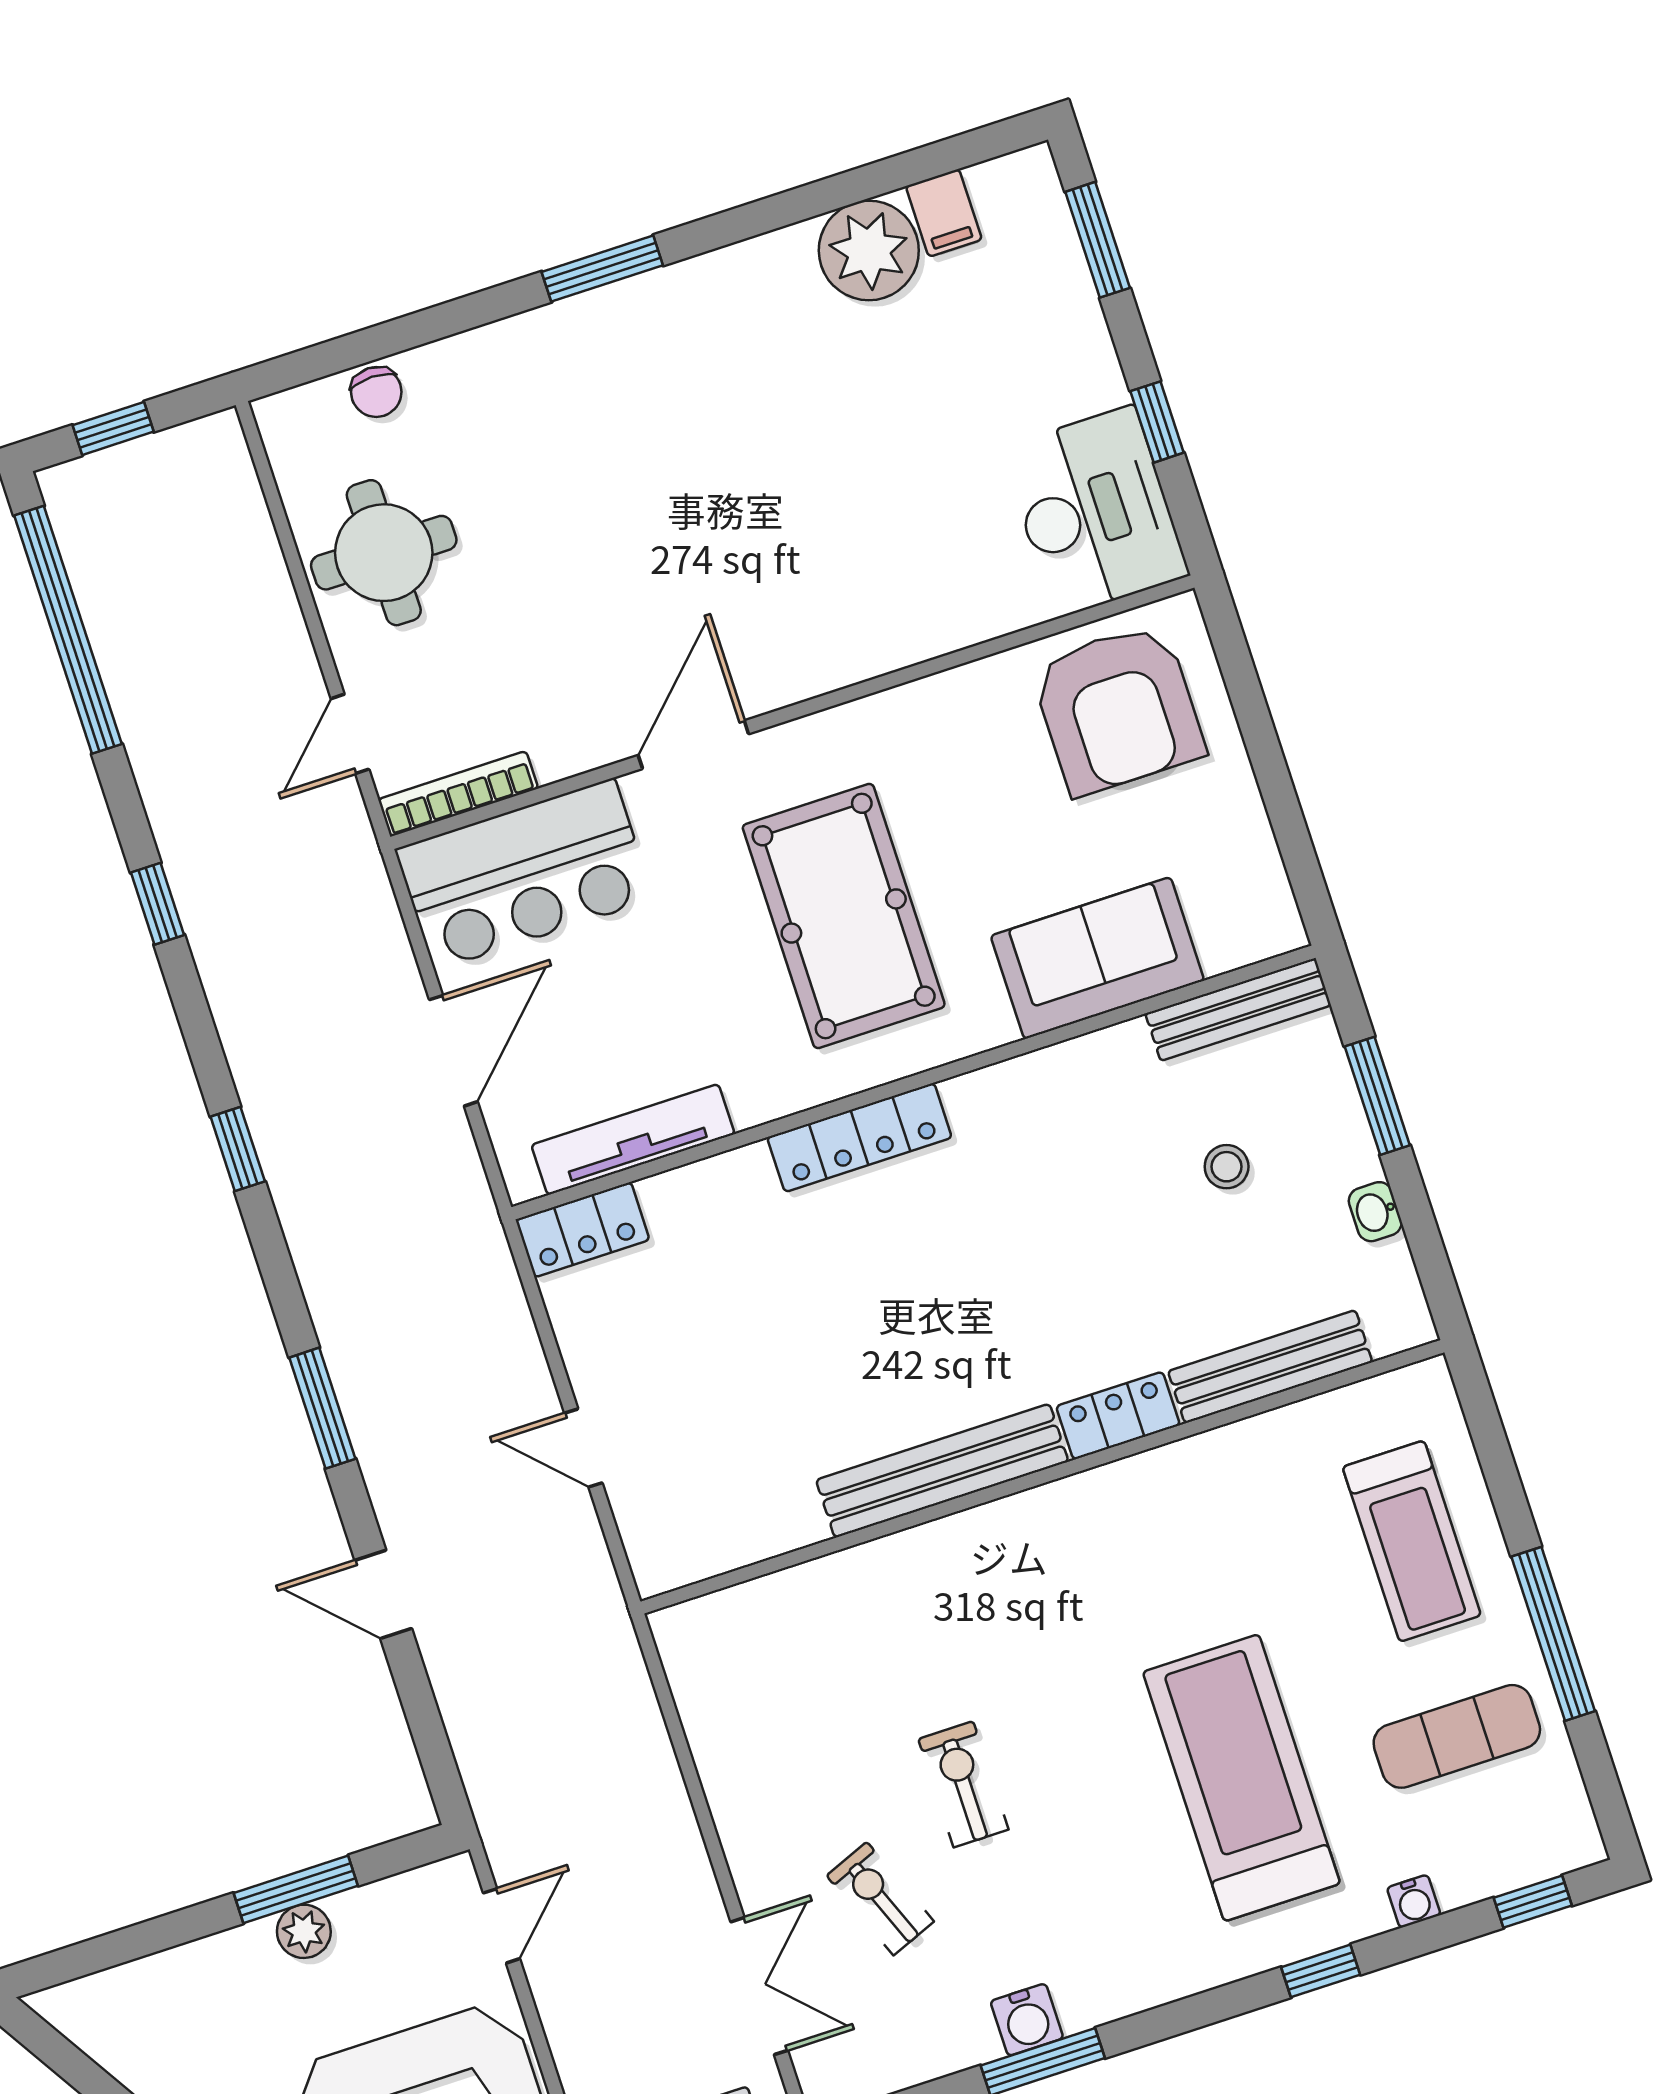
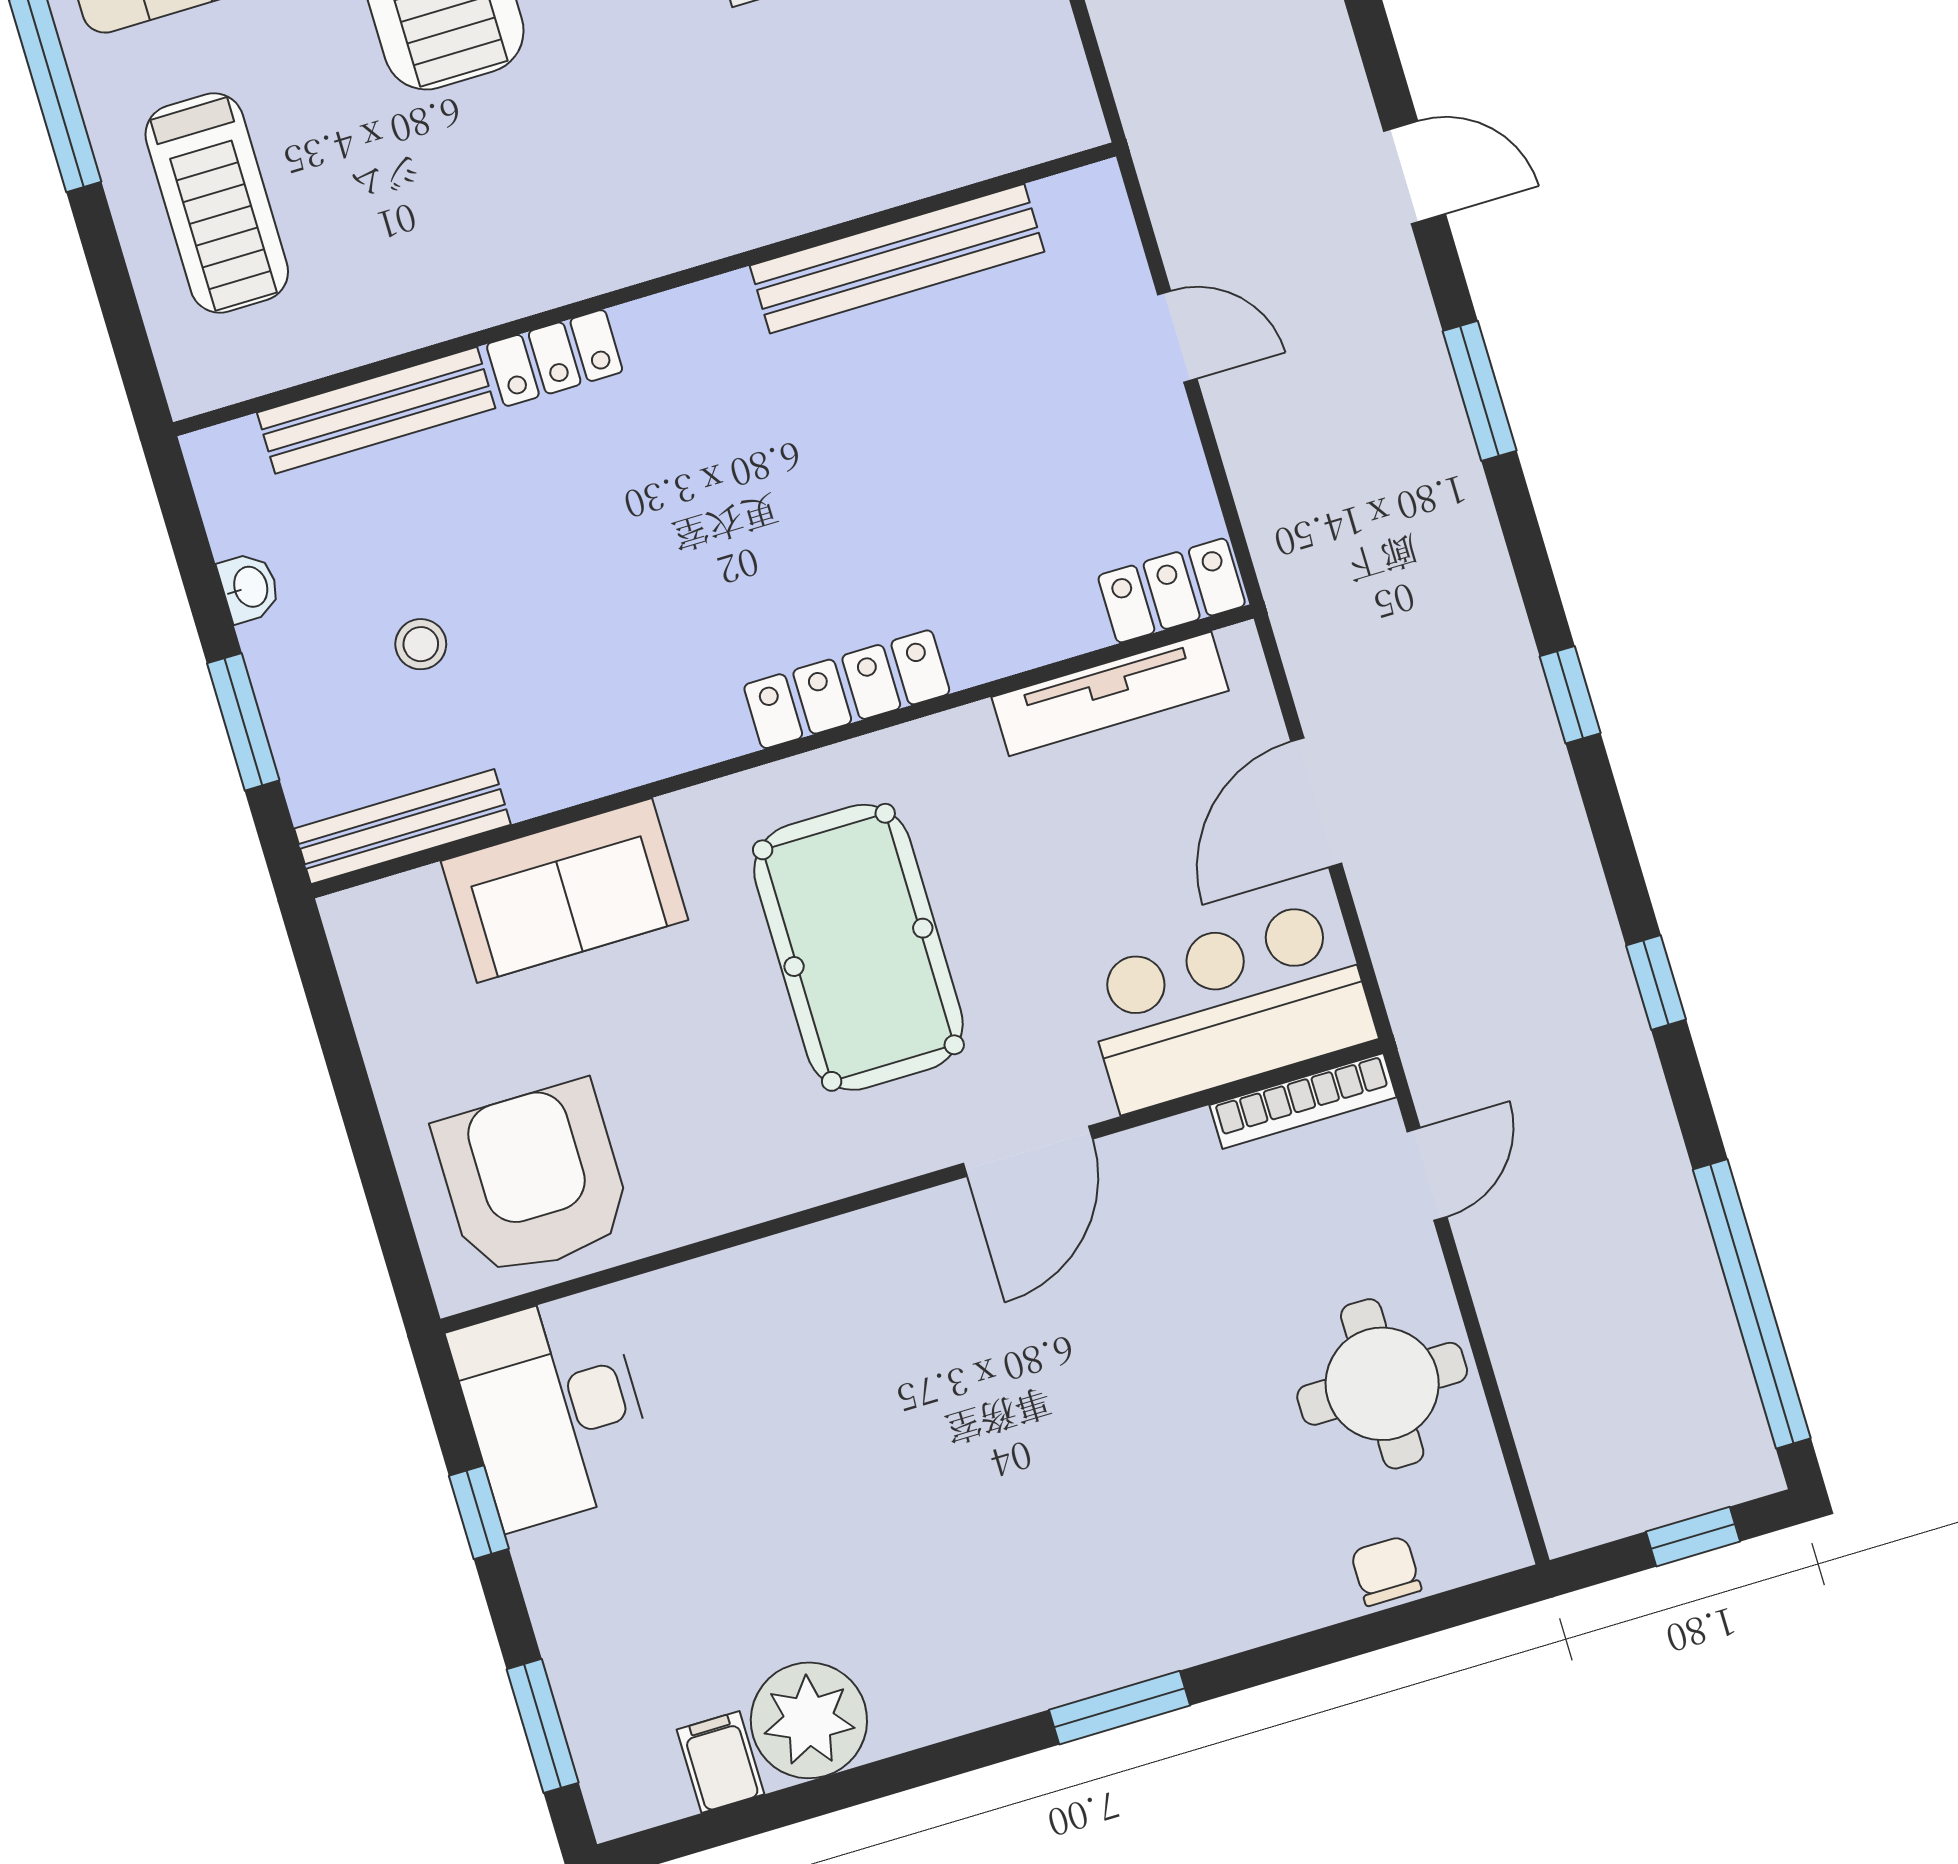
bench: (942, 1471) -> (897, 259), moved
treadmill: (1412, 1541) -> (217, 203), turned 180

